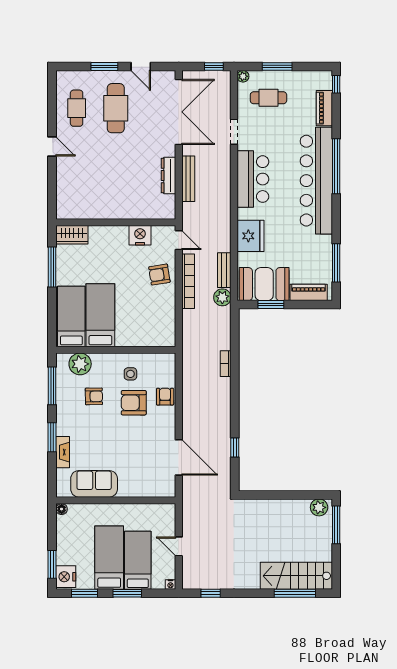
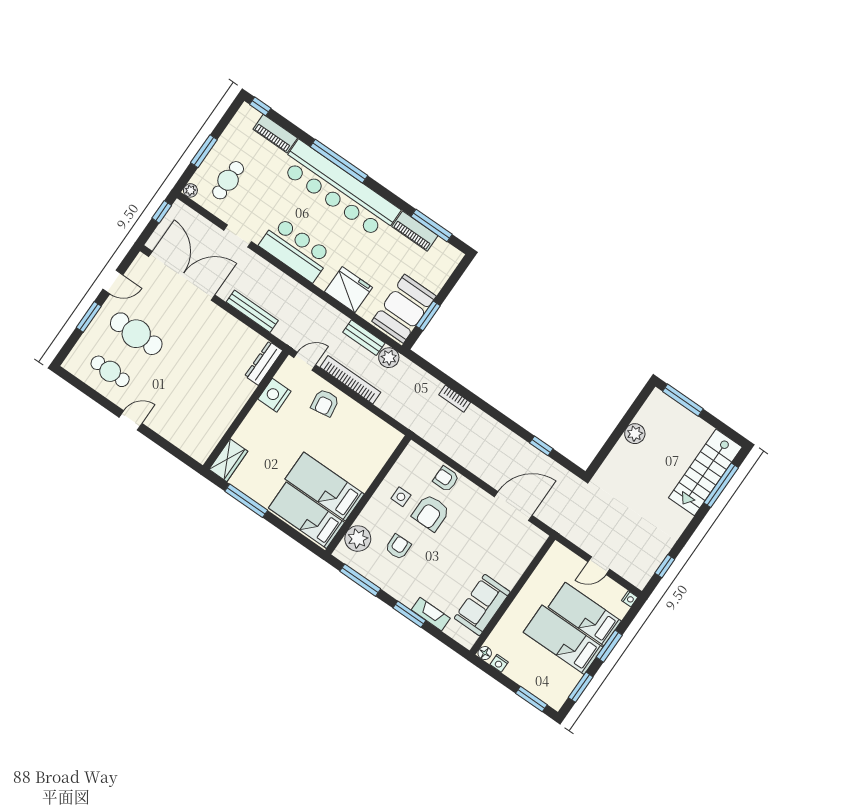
dresser: (168, 175) -> (264, 363), moved, turned 90
piano: (309, 292) -> (415, 231), moved, turned -90
plant: (319, 507) -> (635, 434), moved
nightstand: (66, 577) -> (499, 663), moved, width x0.53, depth x0.56

